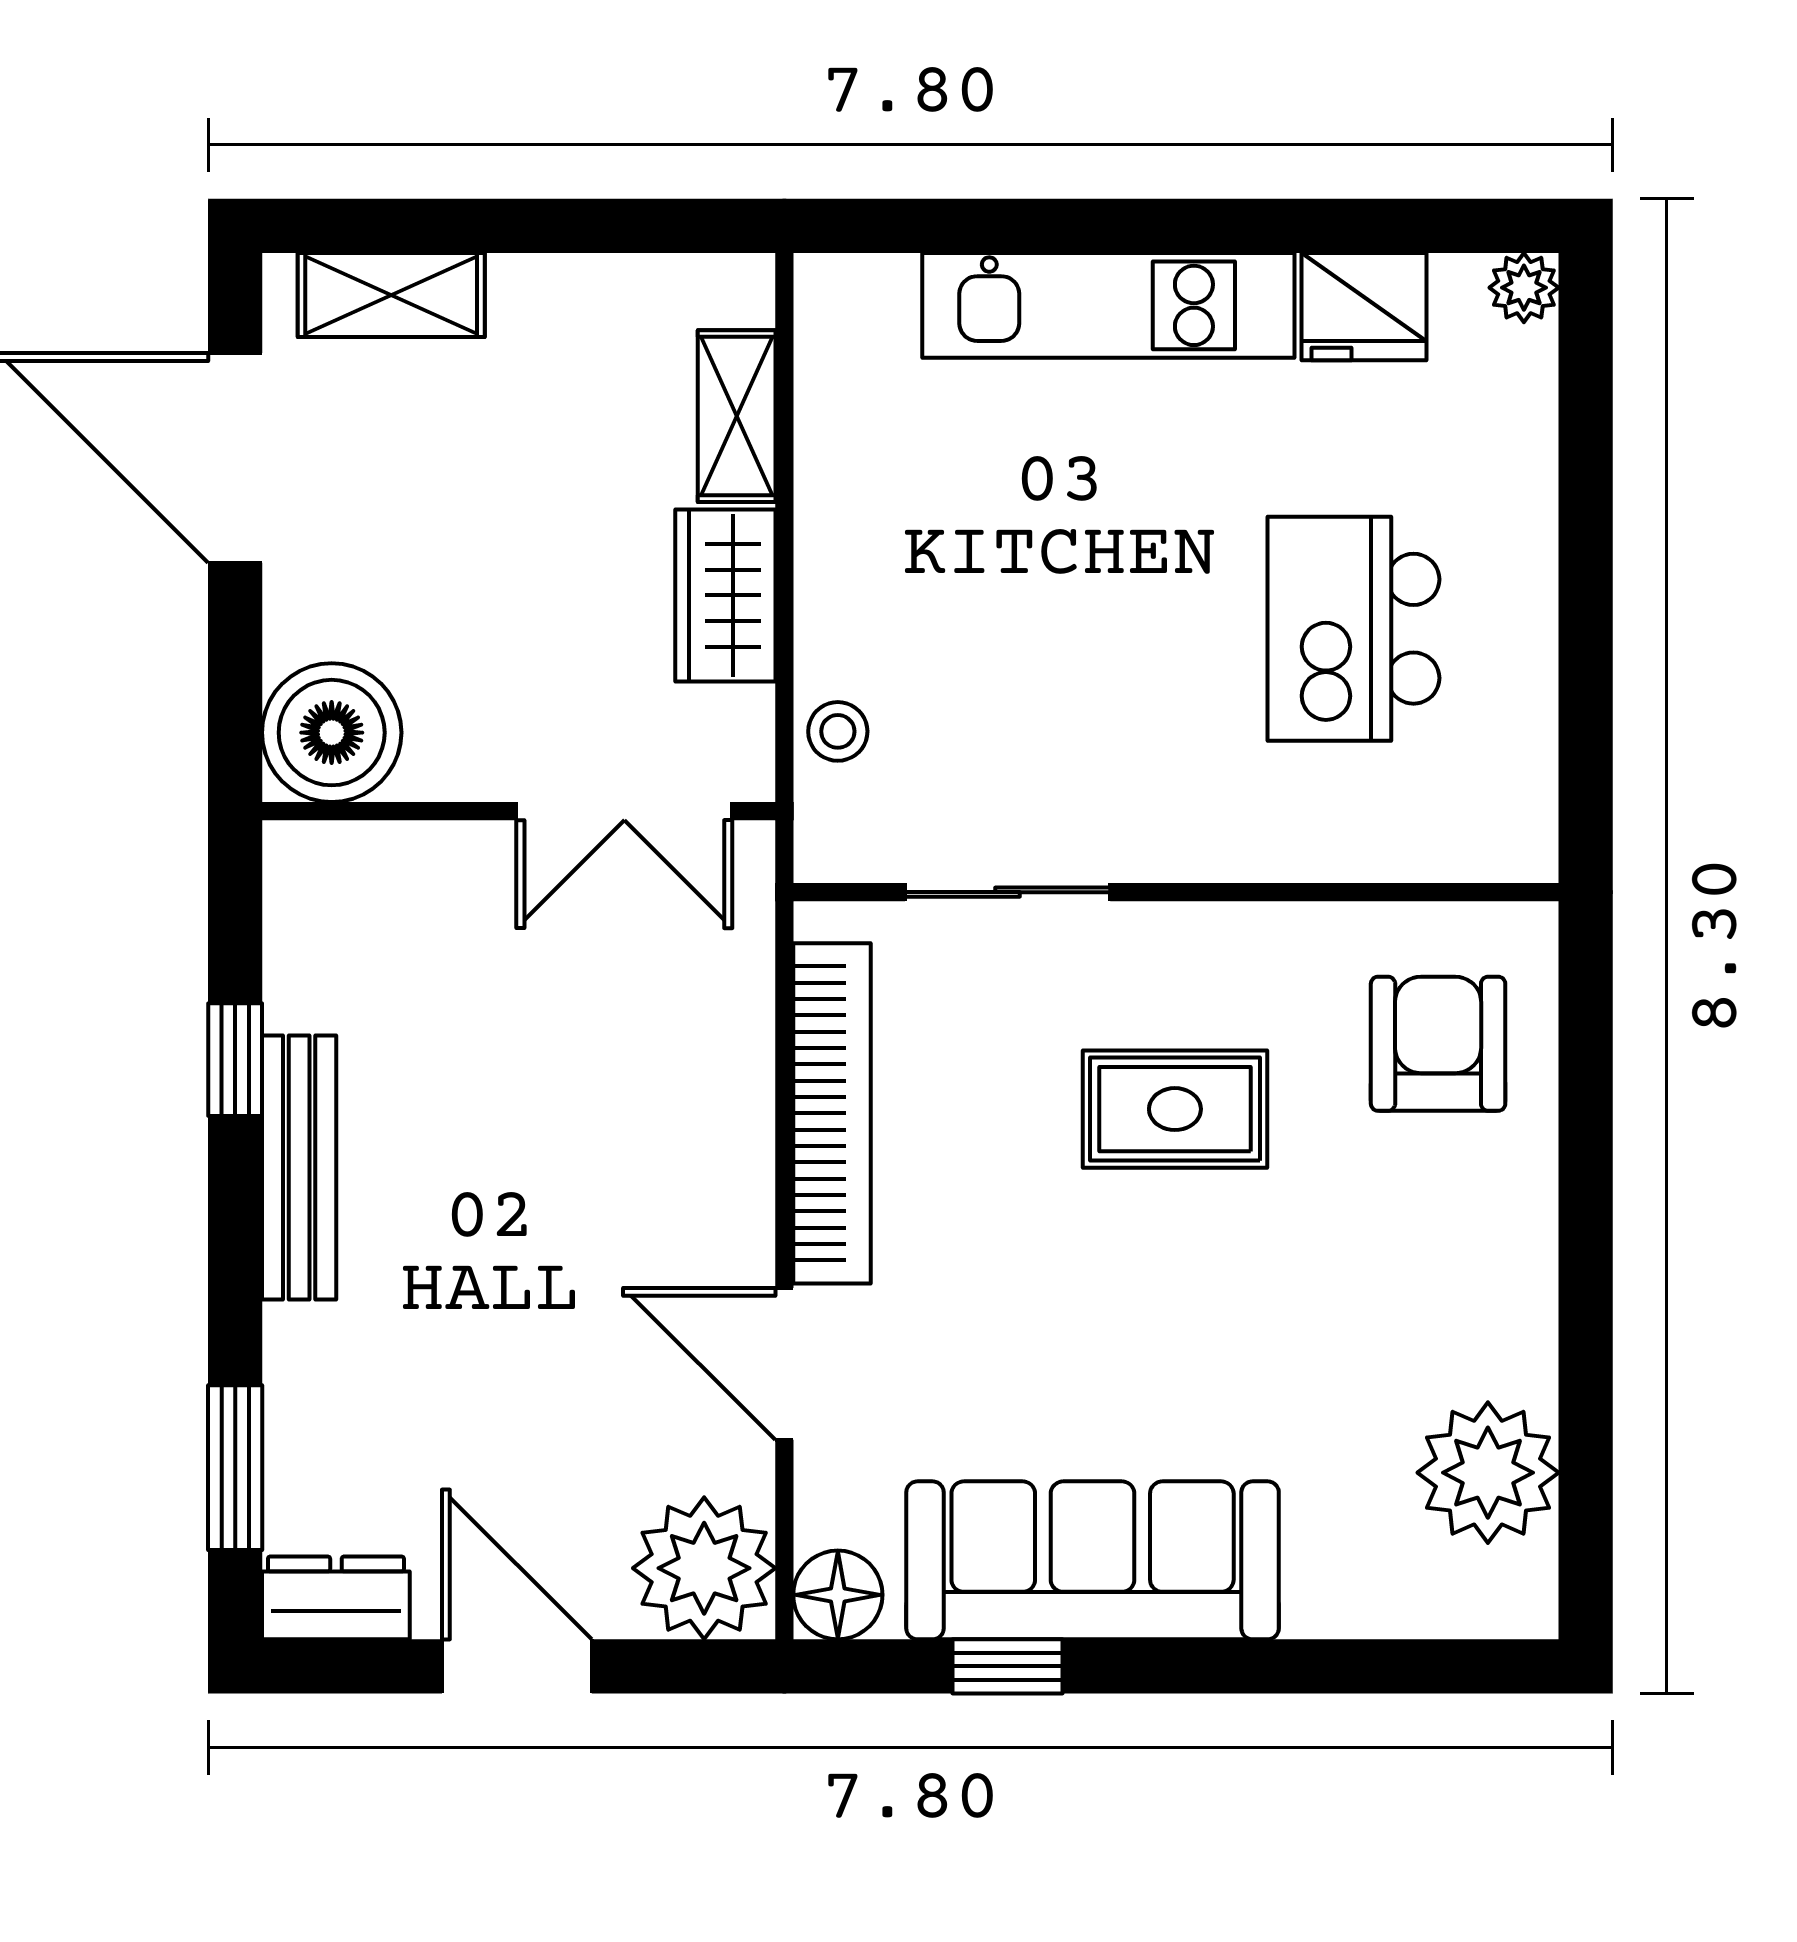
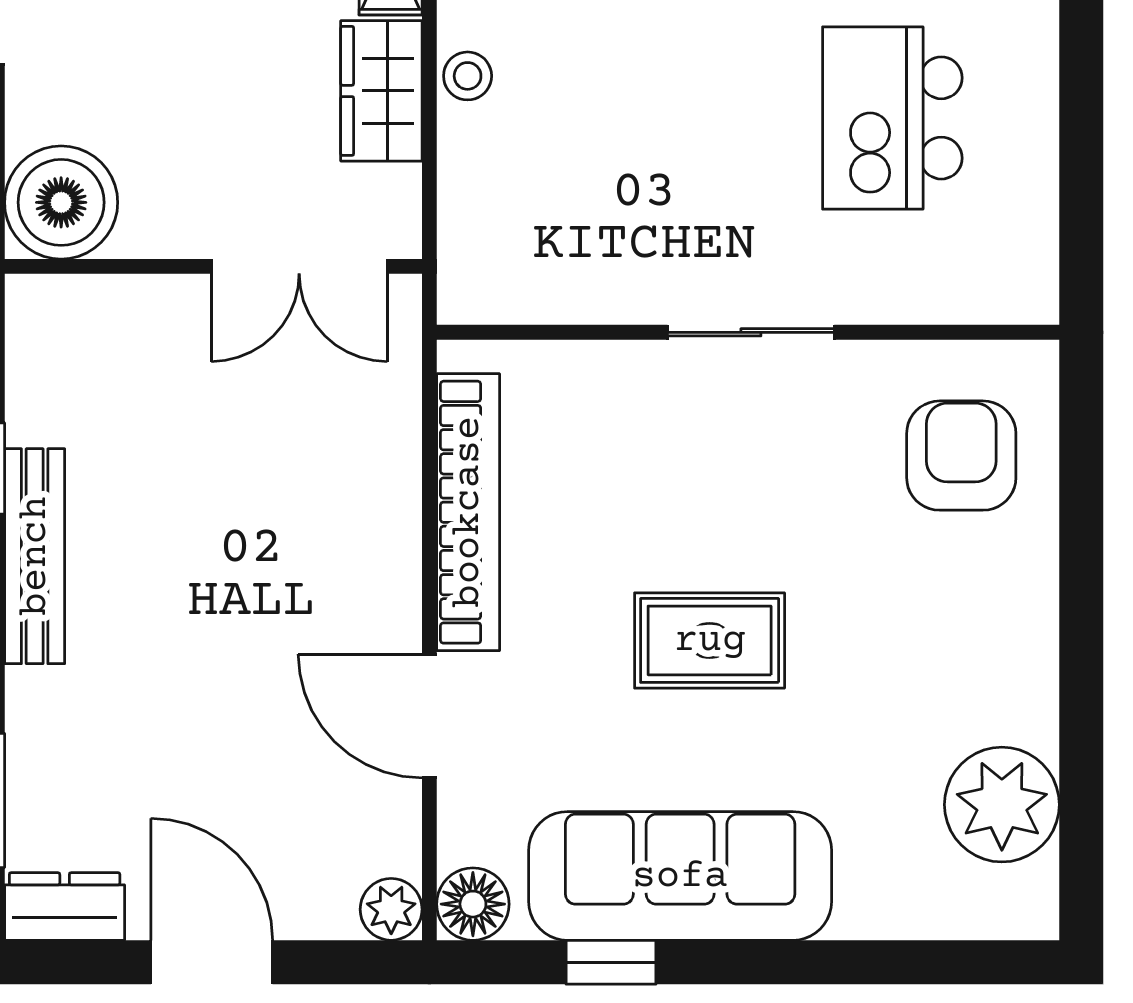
stool: (838, 731) -> (468, 76), moved
sliding door: (1008, 892) -> (751, 332), moved
rug: (1175, 1109) -> (710, 640), moved
plant: (704, 1568) -> (391, 909), width x0.53, depth x0.53

